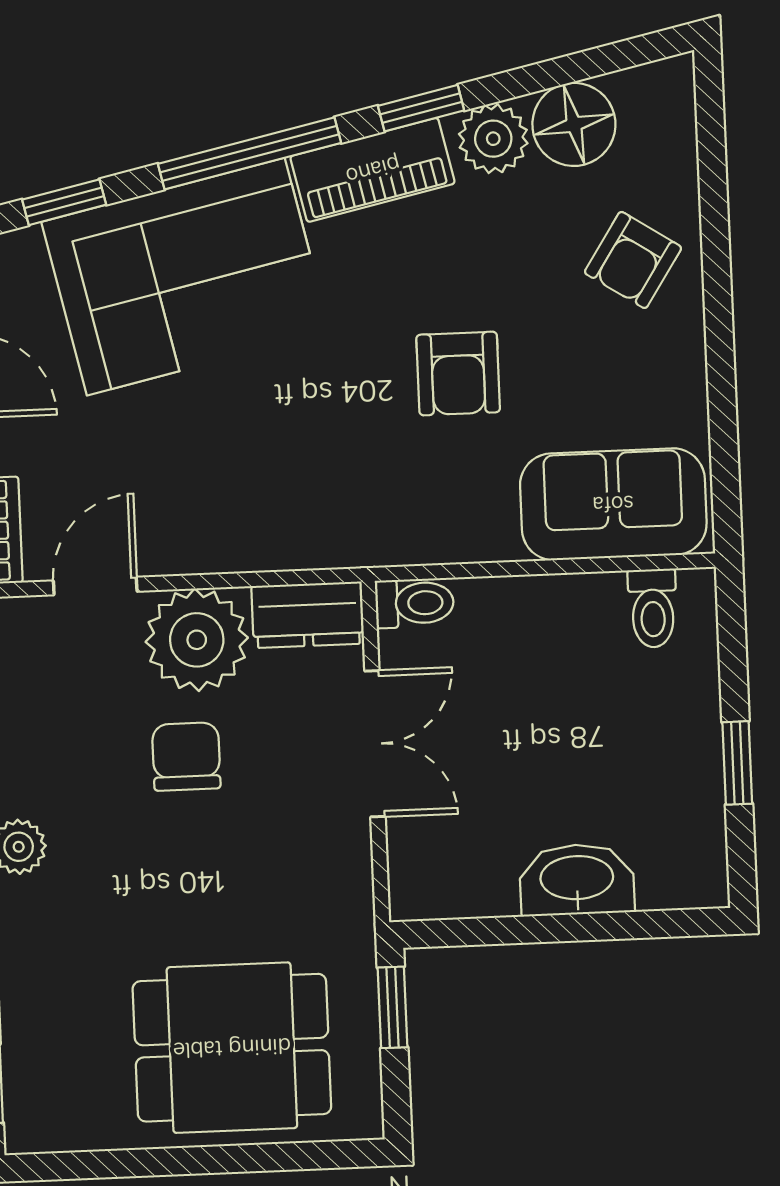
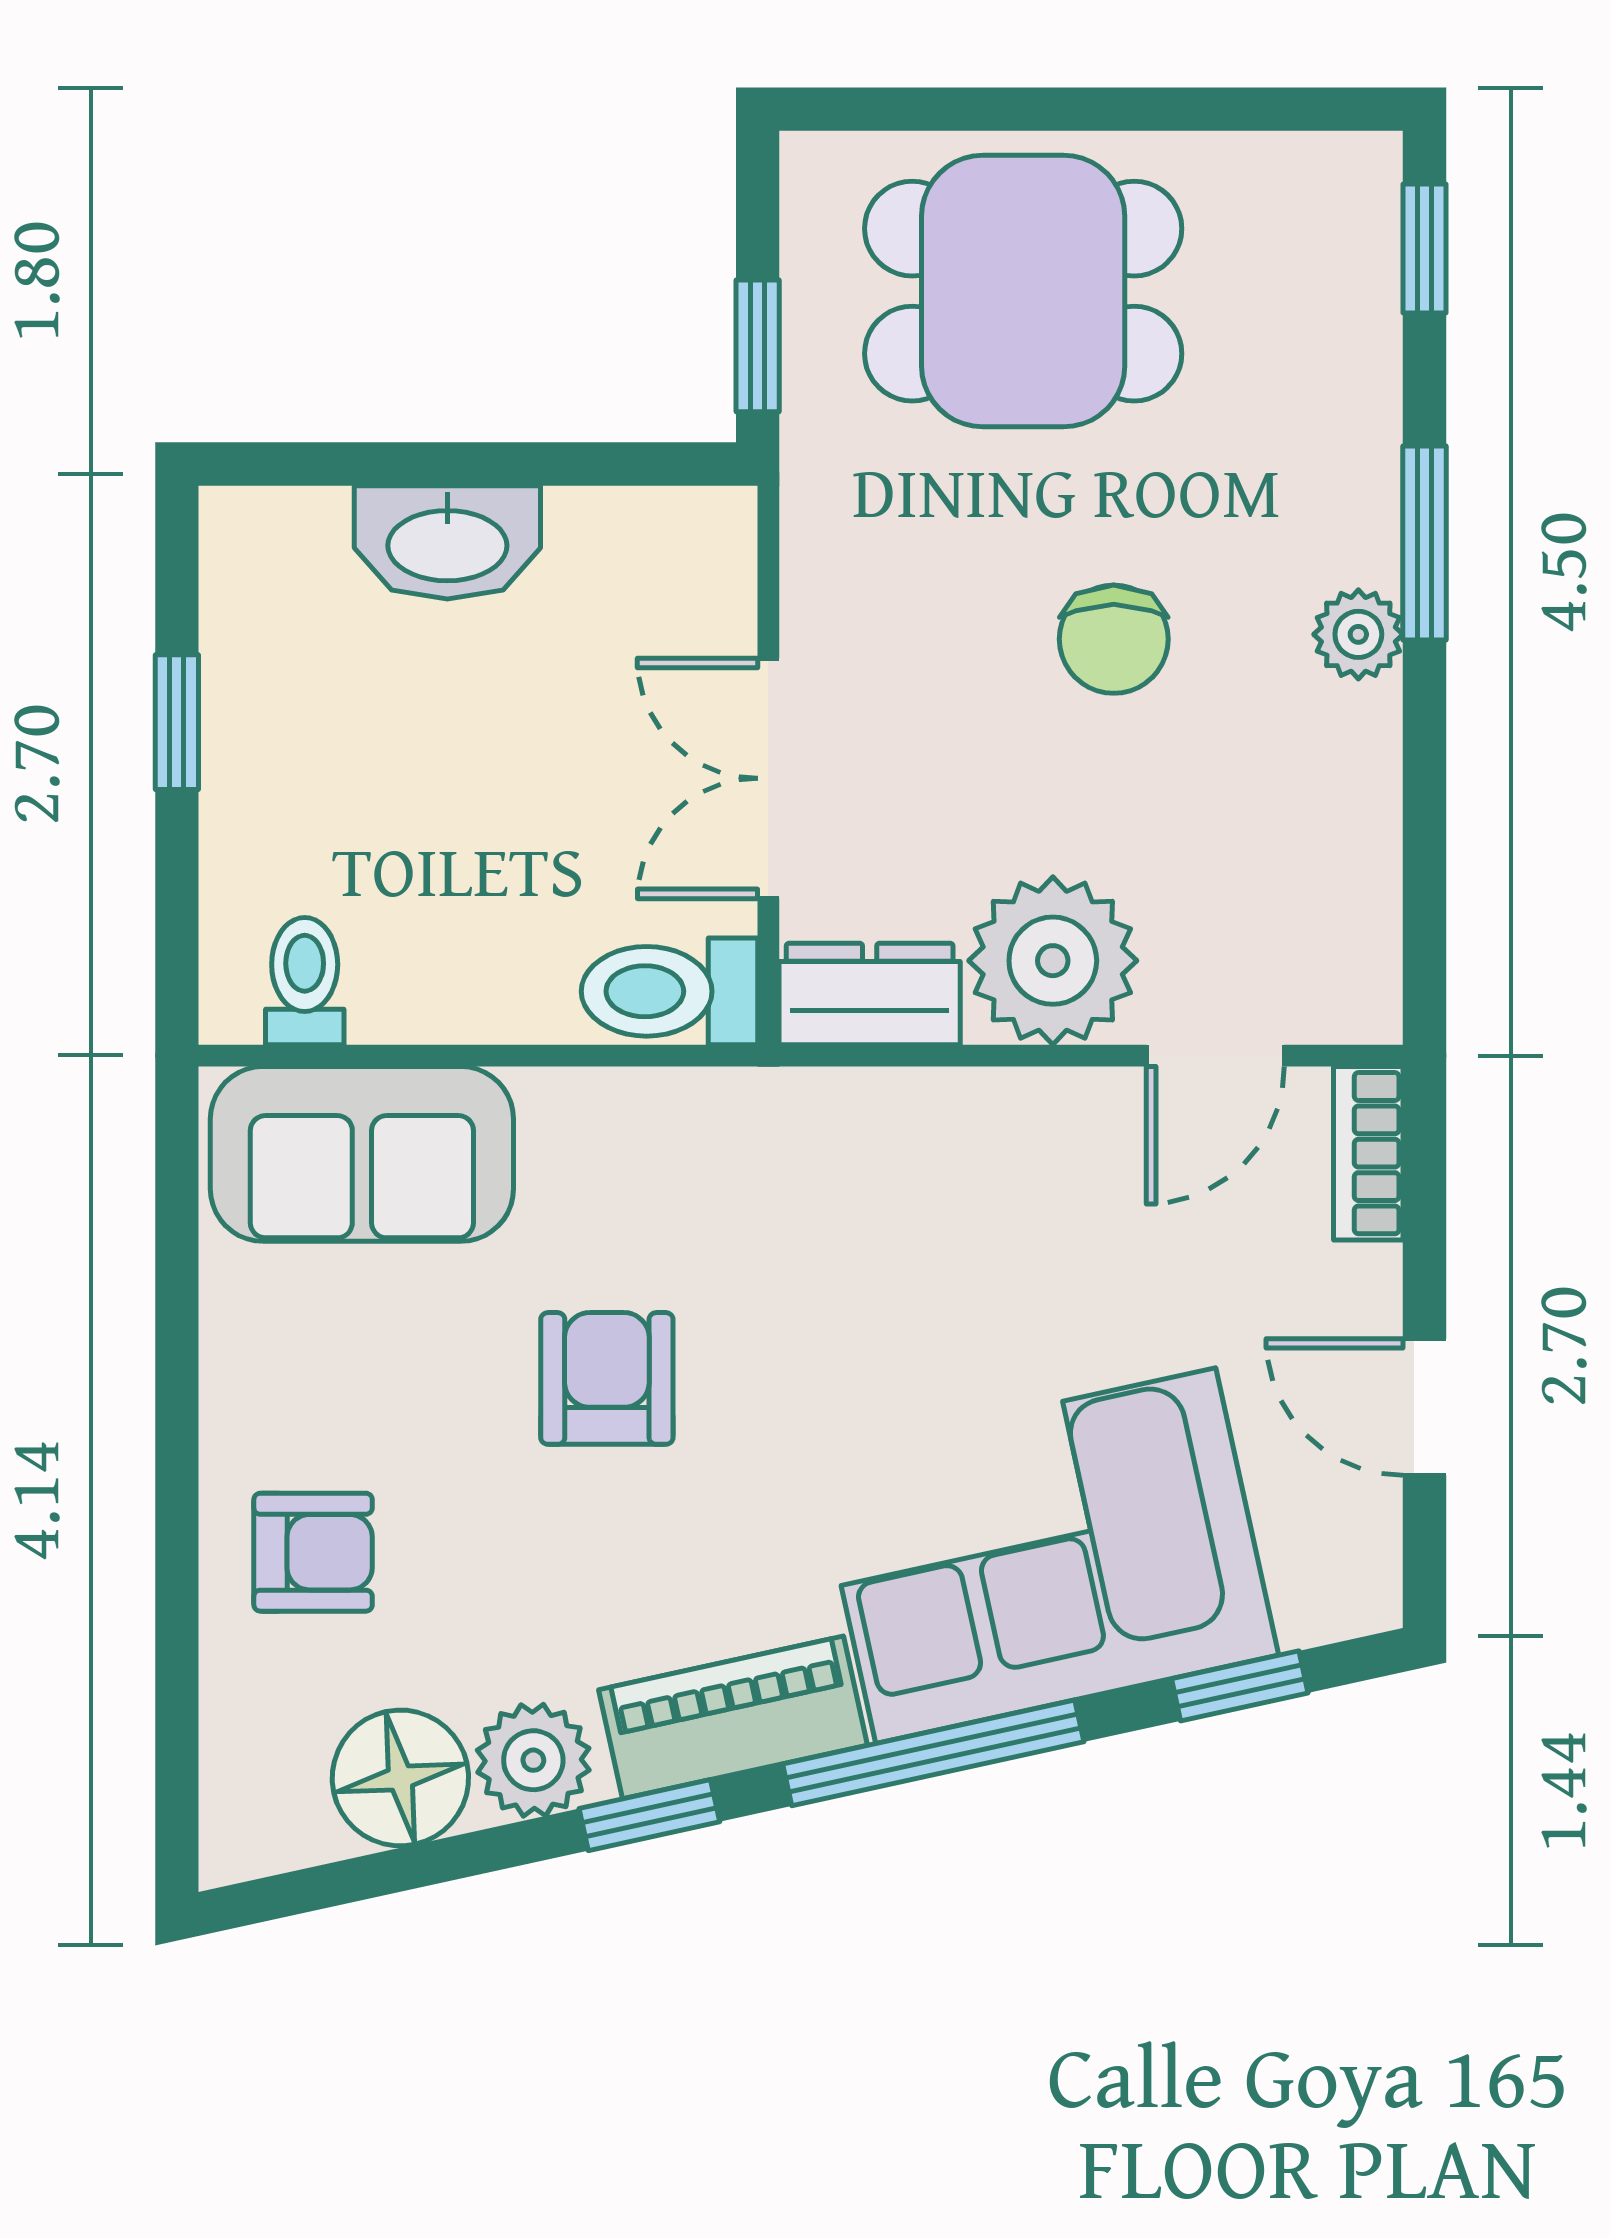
armchair: (633, 260) -> (313, 1552), turned 57
toilet: (414, 603) -> (670, 991), width x1.37, depth x1.39
chair: (186, 757) -> (1114, 639), moved

